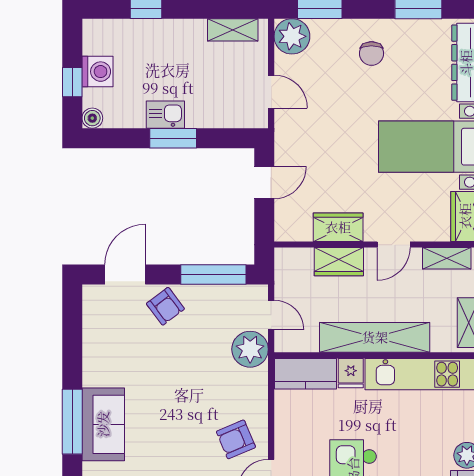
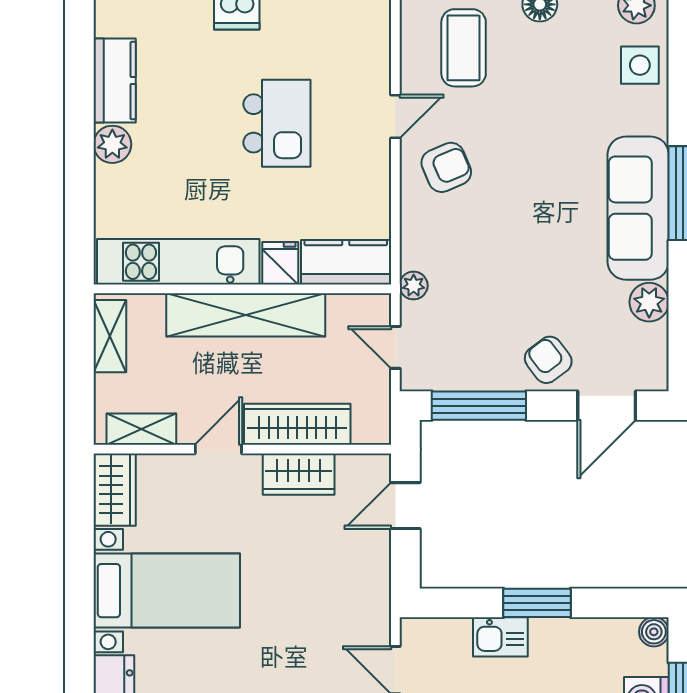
kitchen sink: (165, 115) -> (500, 637), moved
door: (264, 183) -> (405, 506), moved
wardrobe: (339, 262) -> (297, 424), width x1.50
plant: (96, 346) -> (649, 302), added
plant: (250, 349) -> (414, 286), width x0.53, depth x0.53
sofa: (103, 424) -> (638, 208), width x1.36

